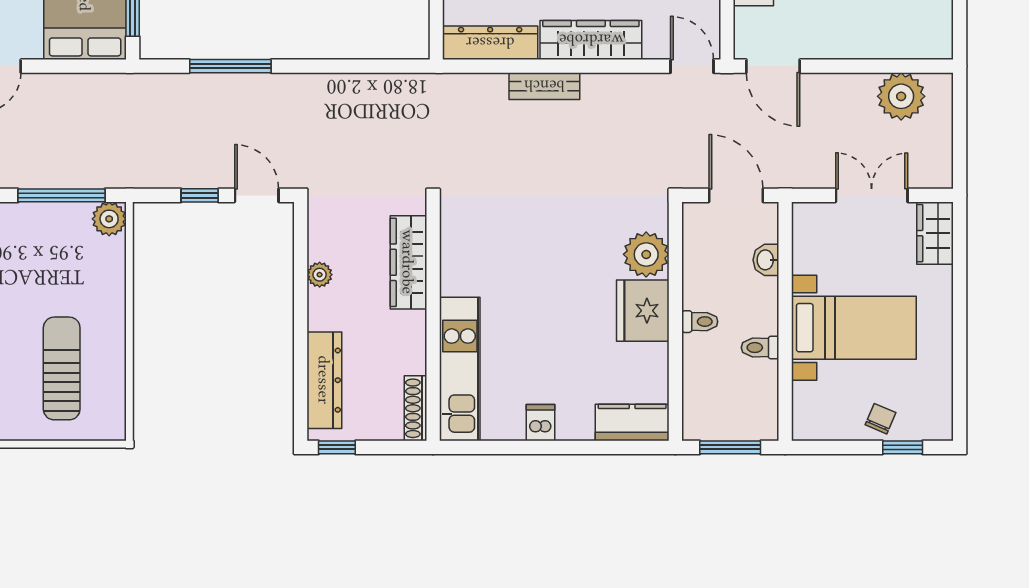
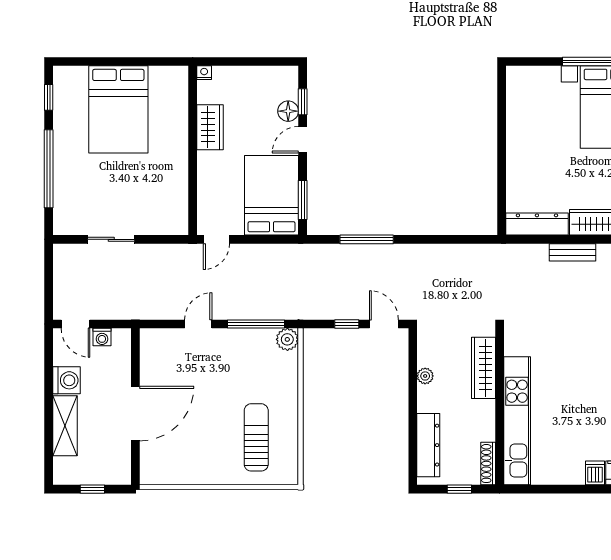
kitchen unit: (460, 369) -> (517, 421), width x1.36
dishwasher: (541, 423) -> (595, 473), moved
window: (337, 447) -> (459, 489), moved

